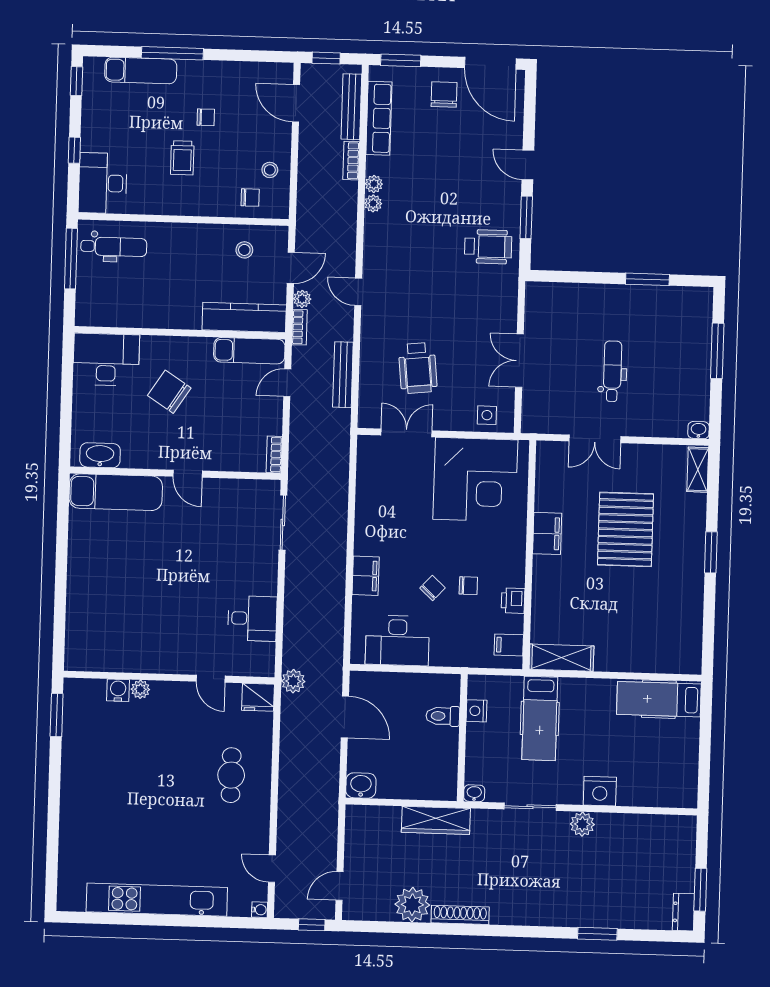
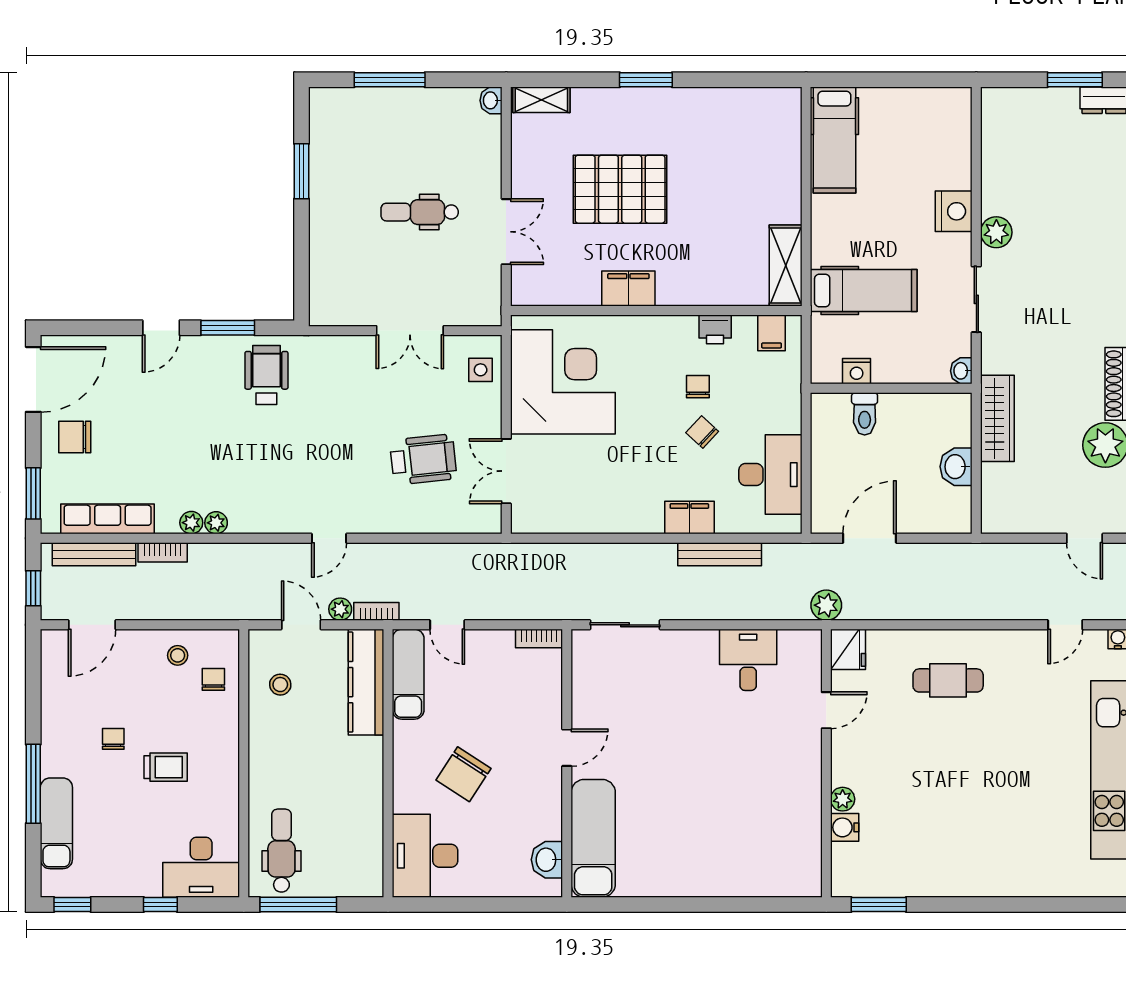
bench: (343, 375) -> (720, 554), moved
washbasin: (100, 455) -> (547, 860), width x0.72
washbasin: (361, 785) -> (956, 467), moved

